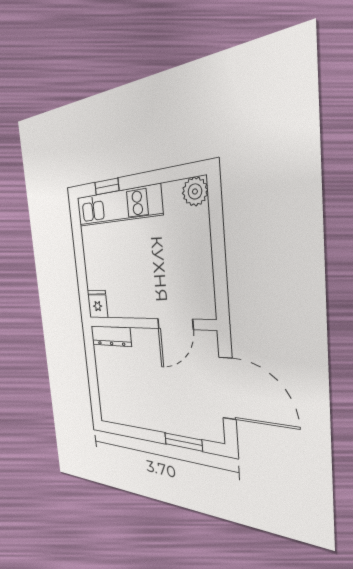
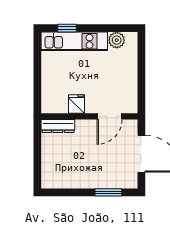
plant: (195, 191) -> (117, 40), moved
fridge: (97, 304) -> (76, 104), moved

